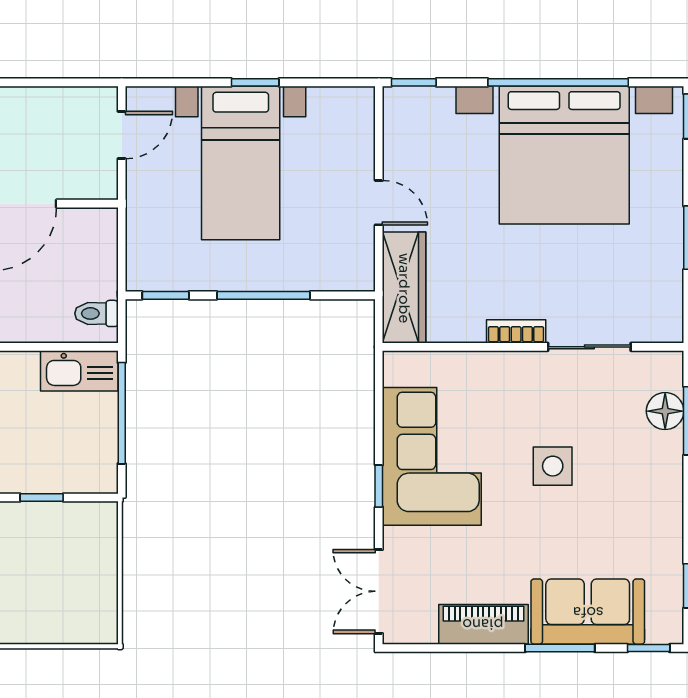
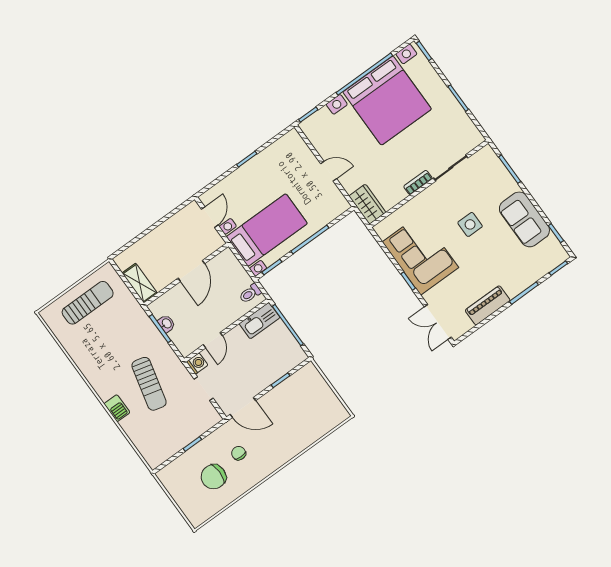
bed with nightstands: (241, 163) -> (267, 230), moved, turned -90
wardrobe: (404, 288) -> (367, 204), width x0.67
floor lamp: (665, 411) -> (498, 172), removed
sofa: (588, 612) -> (524, 219), moved, turned -90

